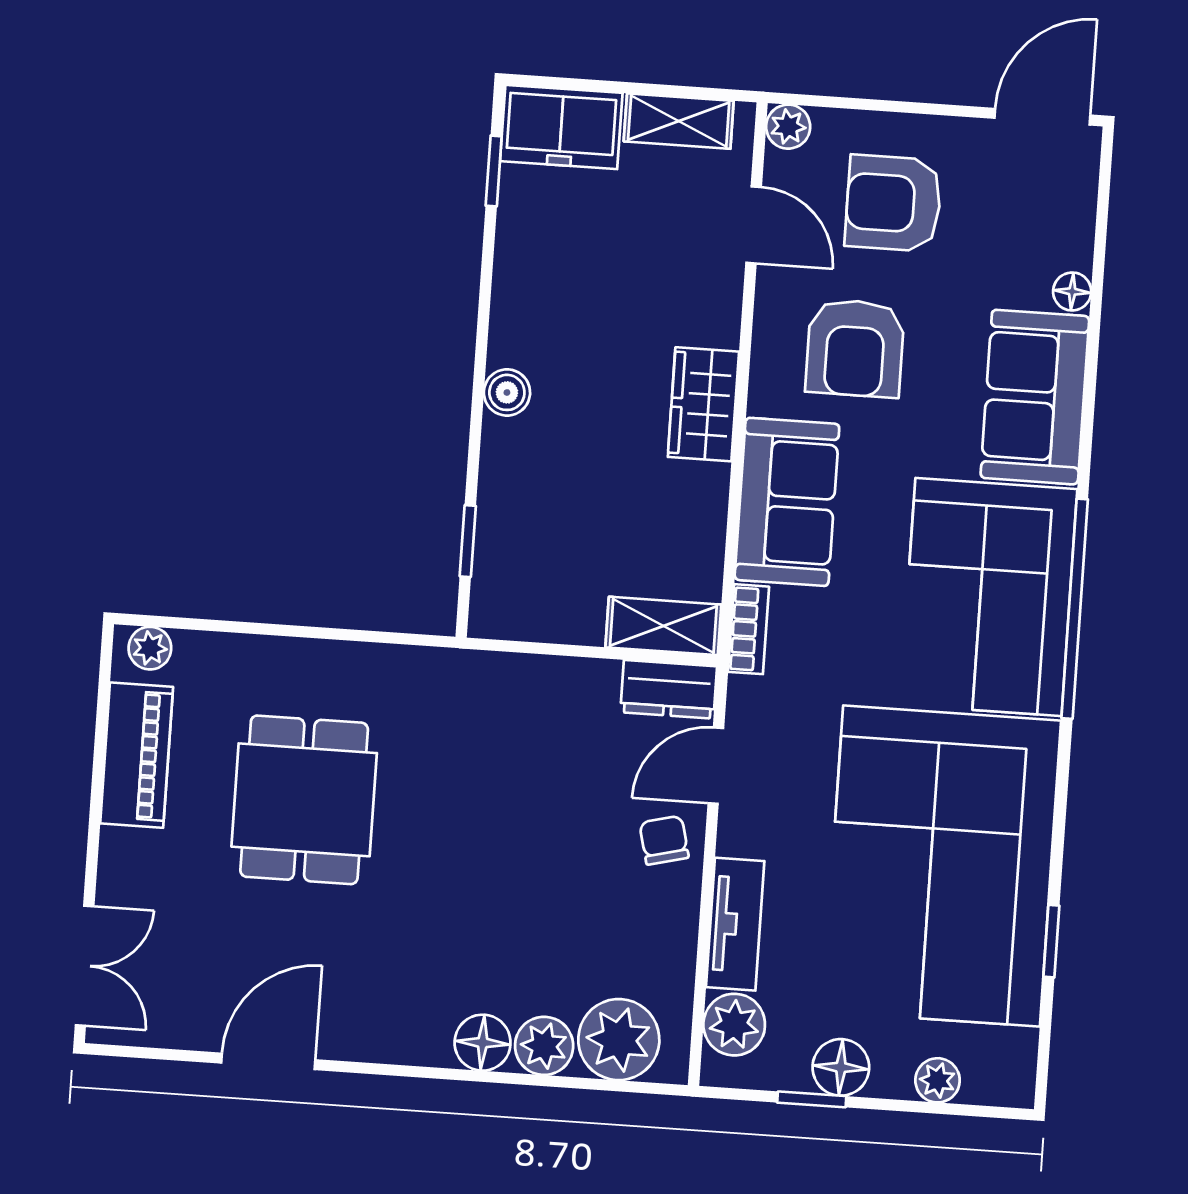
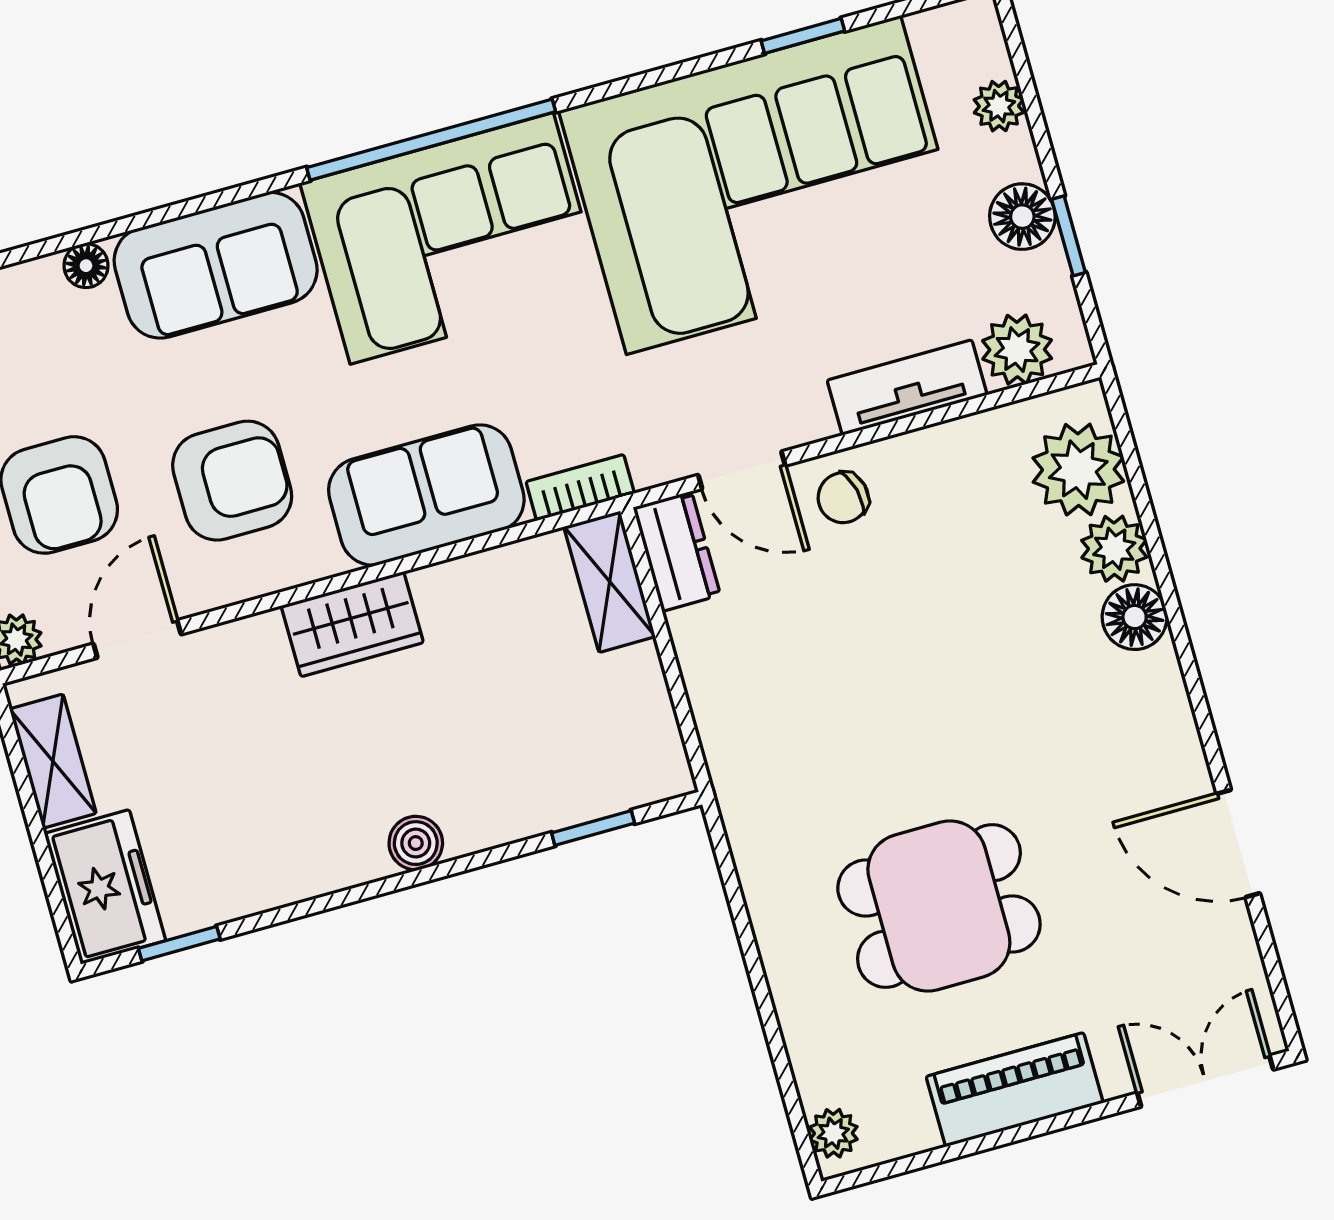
piano: (137, 755) -> (1015, 1090), moved

